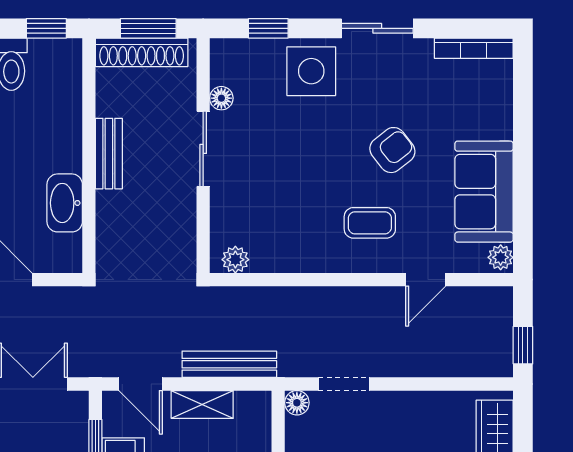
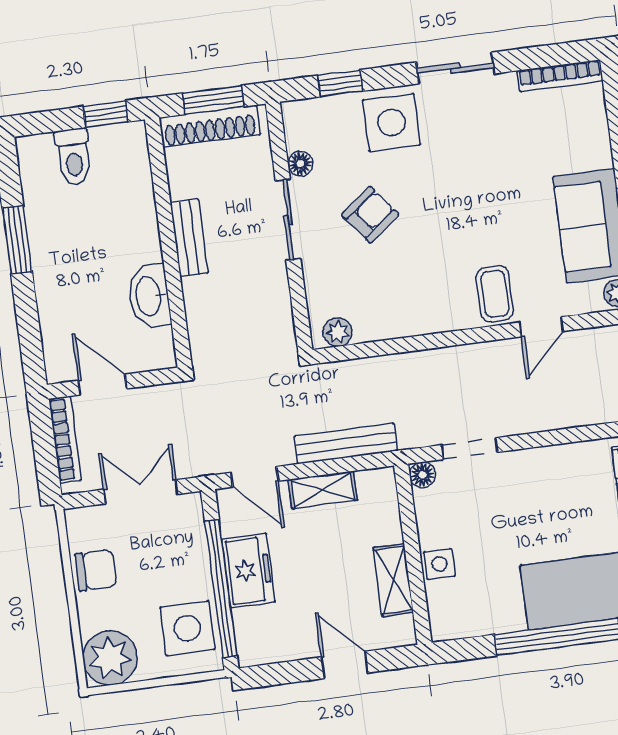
armchair: (392, 150) -> (370, 215), moved
coffee table: (370, 223) -> (495, 294), moved, turned 90

